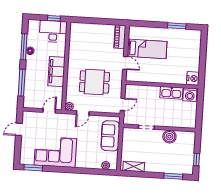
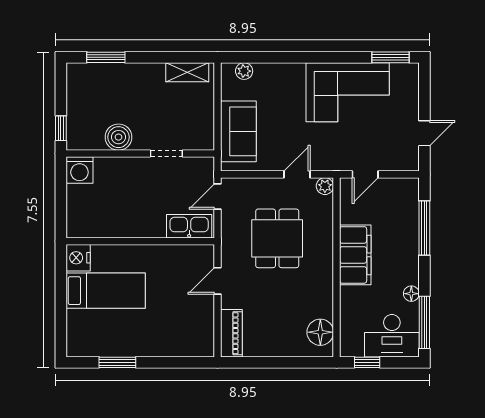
desk: (53, 31) -> (392, 336), moved
floor lamp: (76, 35) -> (320, 332), added
window: (24, 47) -> (424, 322), moved
bed: (147, 49) -> (106, 291), moved, turned 180
door: (125, 63) -> (218, 281), hinge flipped
dining table: (94, 82) -> (277, 238), turned 90
kitchen sink: (171, 93) -> (189, 226), moved
washing machine: (190, 95) -> (79, 170), moved, turned 180
window: (197, 160) -> (61, 128), moved

